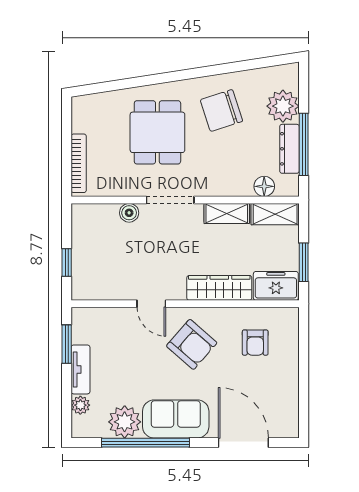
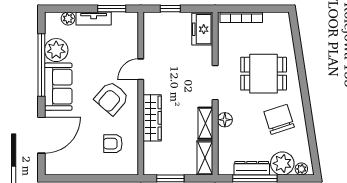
plant: (291, 79) -> (301, 169), added
floor lamp: (264, 186) -> (225, 120), moved
boiler: (129, 213) -> (206, 53), removed
freezer: (276, 286) -> (202, 29), moved, turned 180

